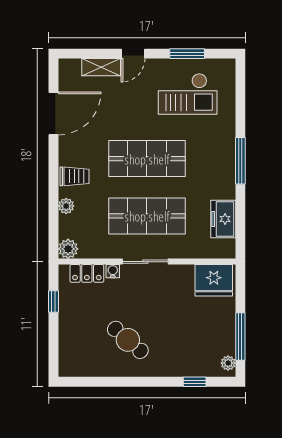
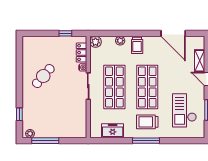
trolley: (208, 158) -> (147, 122), added
fridge: (214, 280) -> (77, 125), removed

